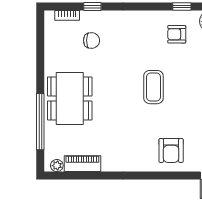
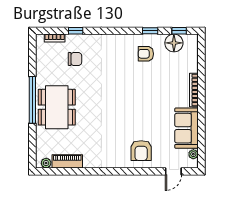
coffee table: (153, 87) -> (126, 98), removed
window: (40, 122) -> (32, 100), moved

